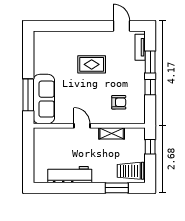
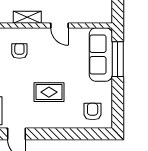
armchair: (51, 47) -> (93, 112), added
armchair: (119, 102) -> (19, 51), turned 90

